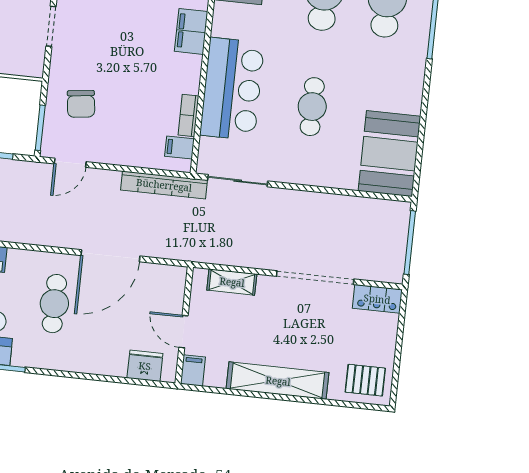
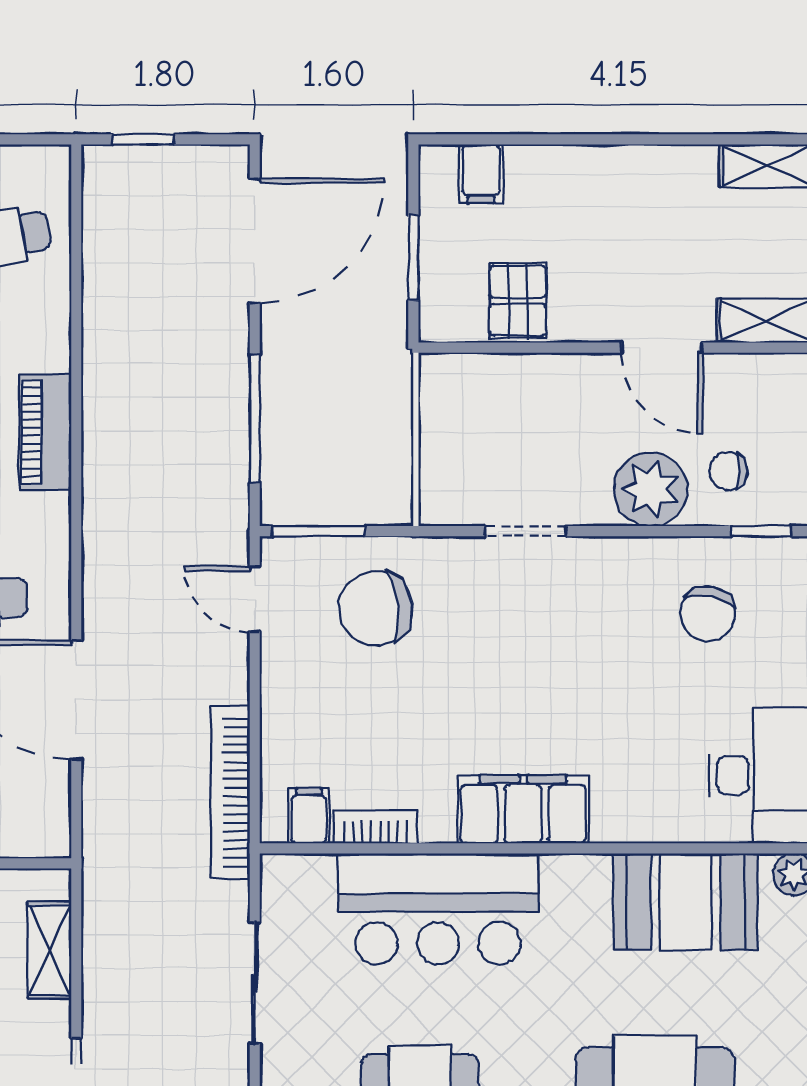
filing cabinet: (191, 31) -> (523, 809), width x1.50, depth x1.17
chair: (81, 104) -> (375, 608), width x1.37, depth x1.37
sliding door: (238, 181) -> (255, 983), moved

